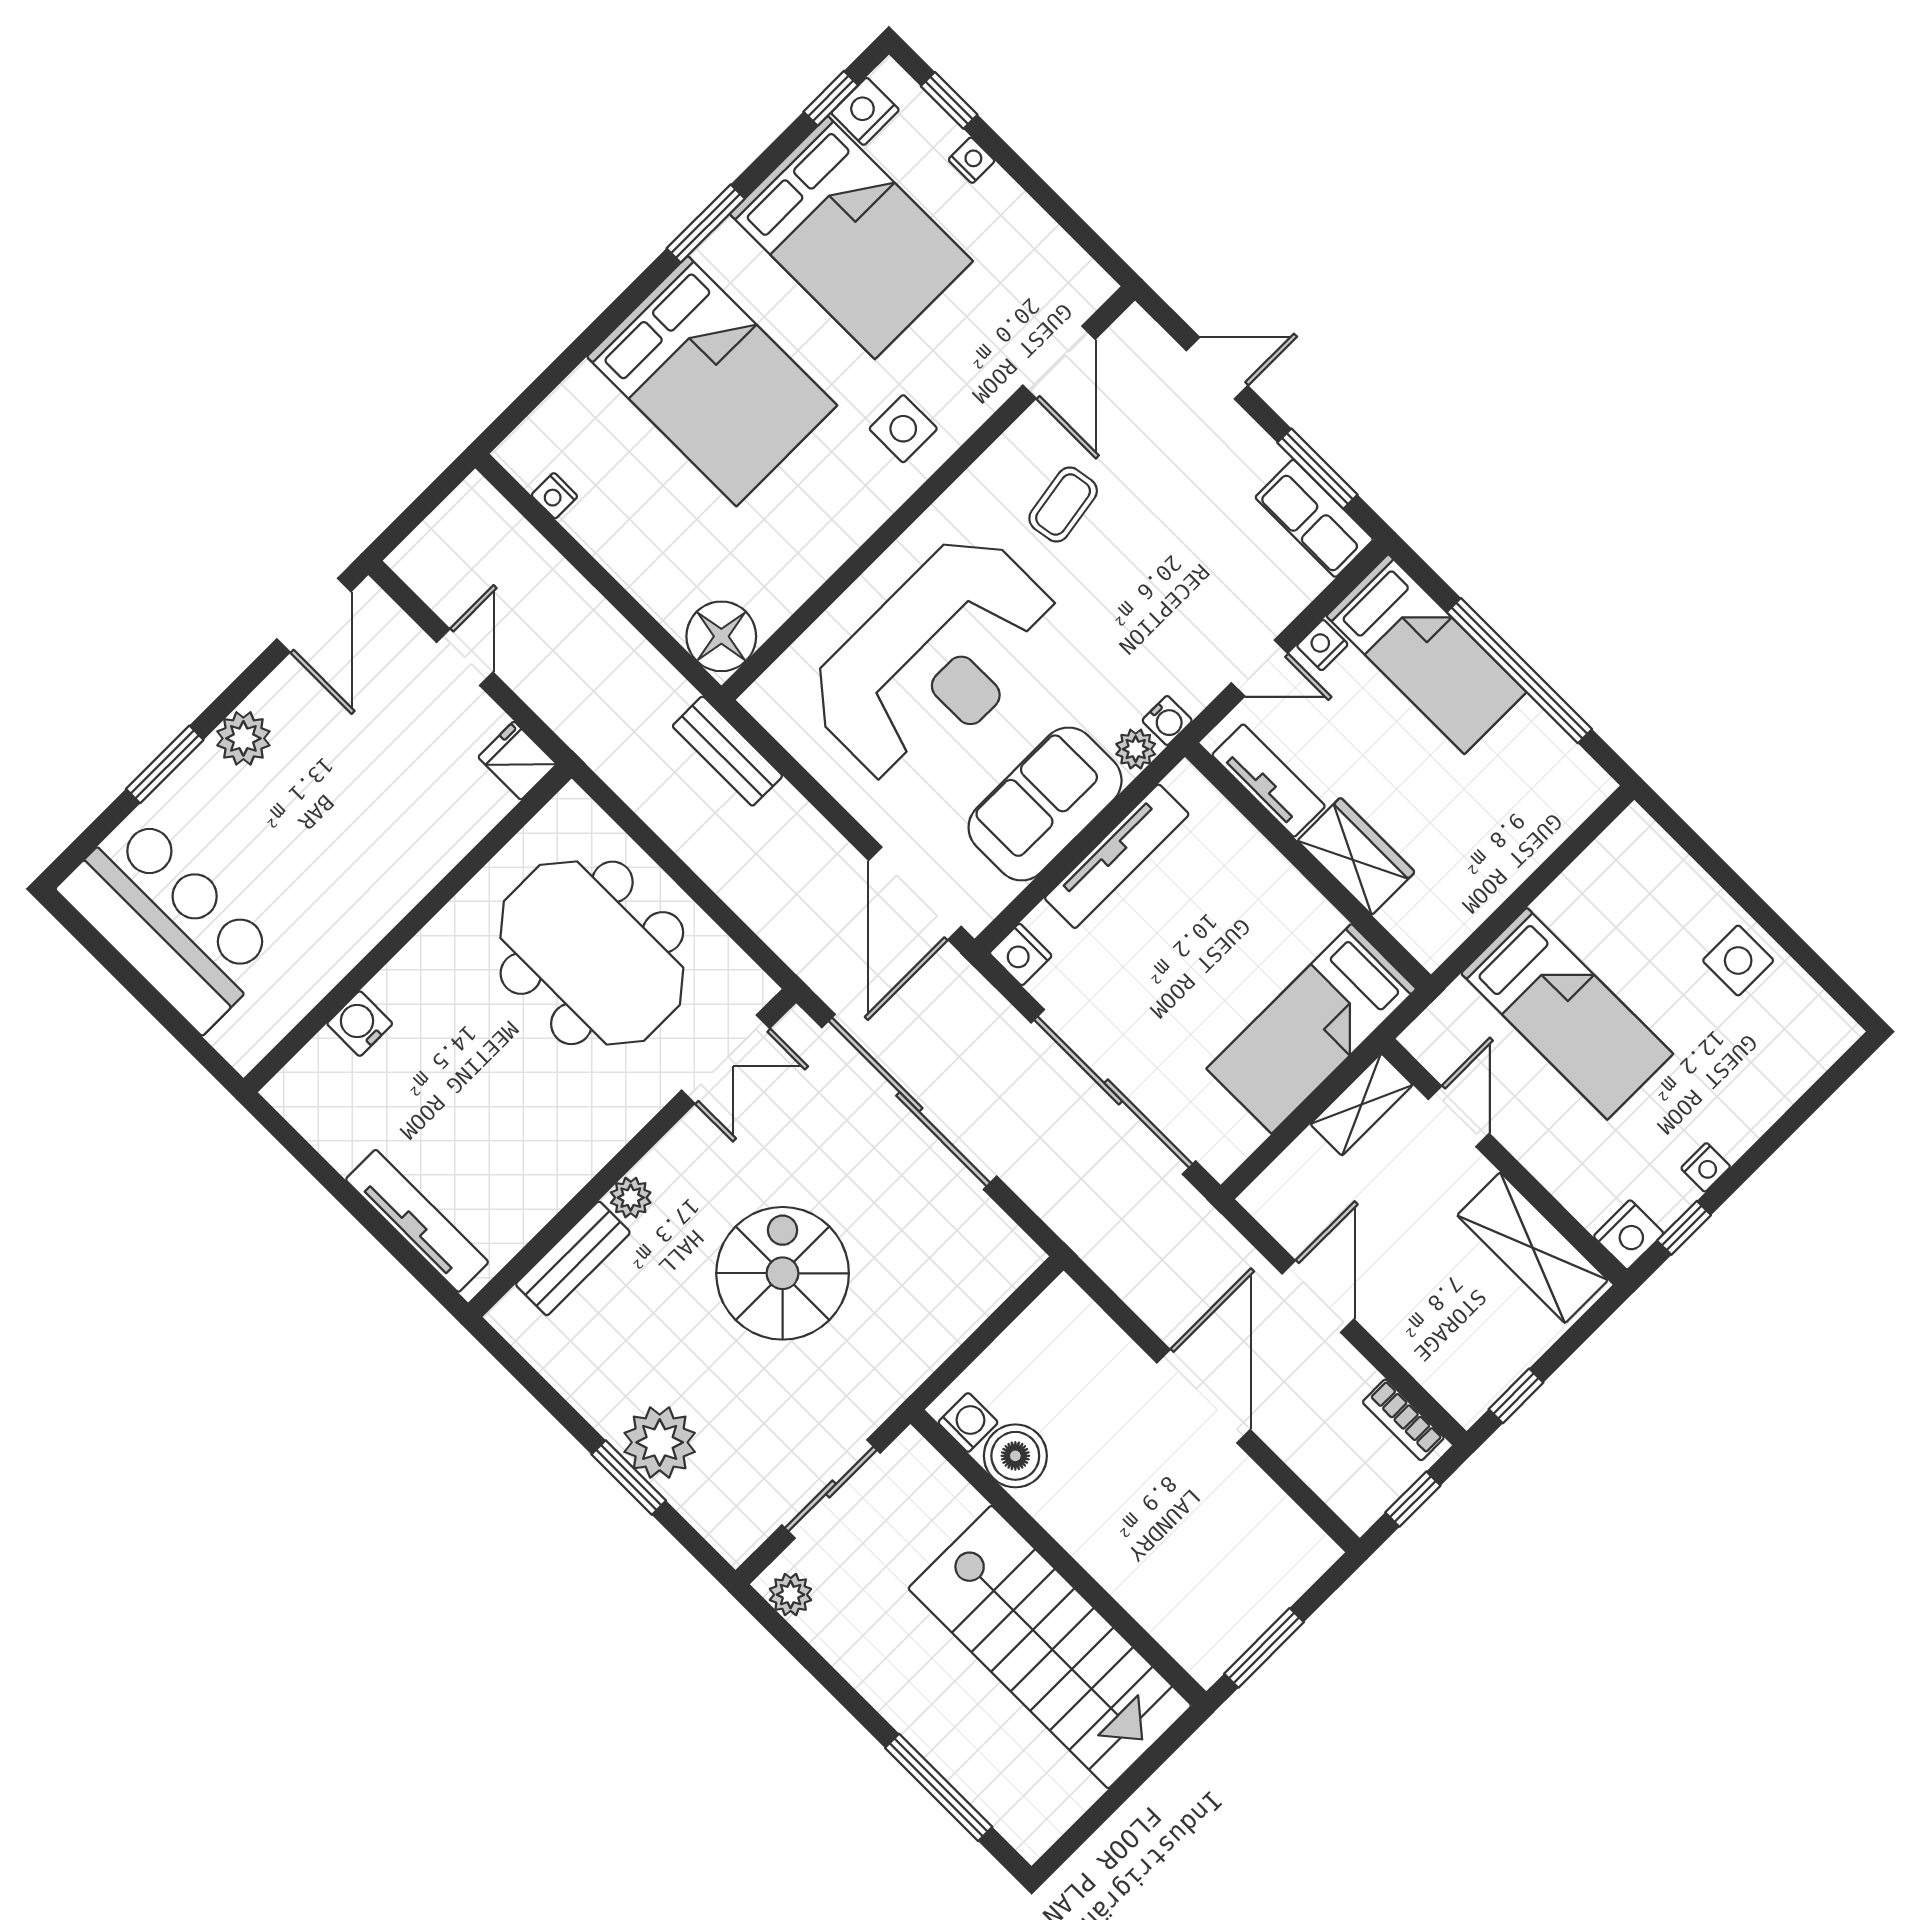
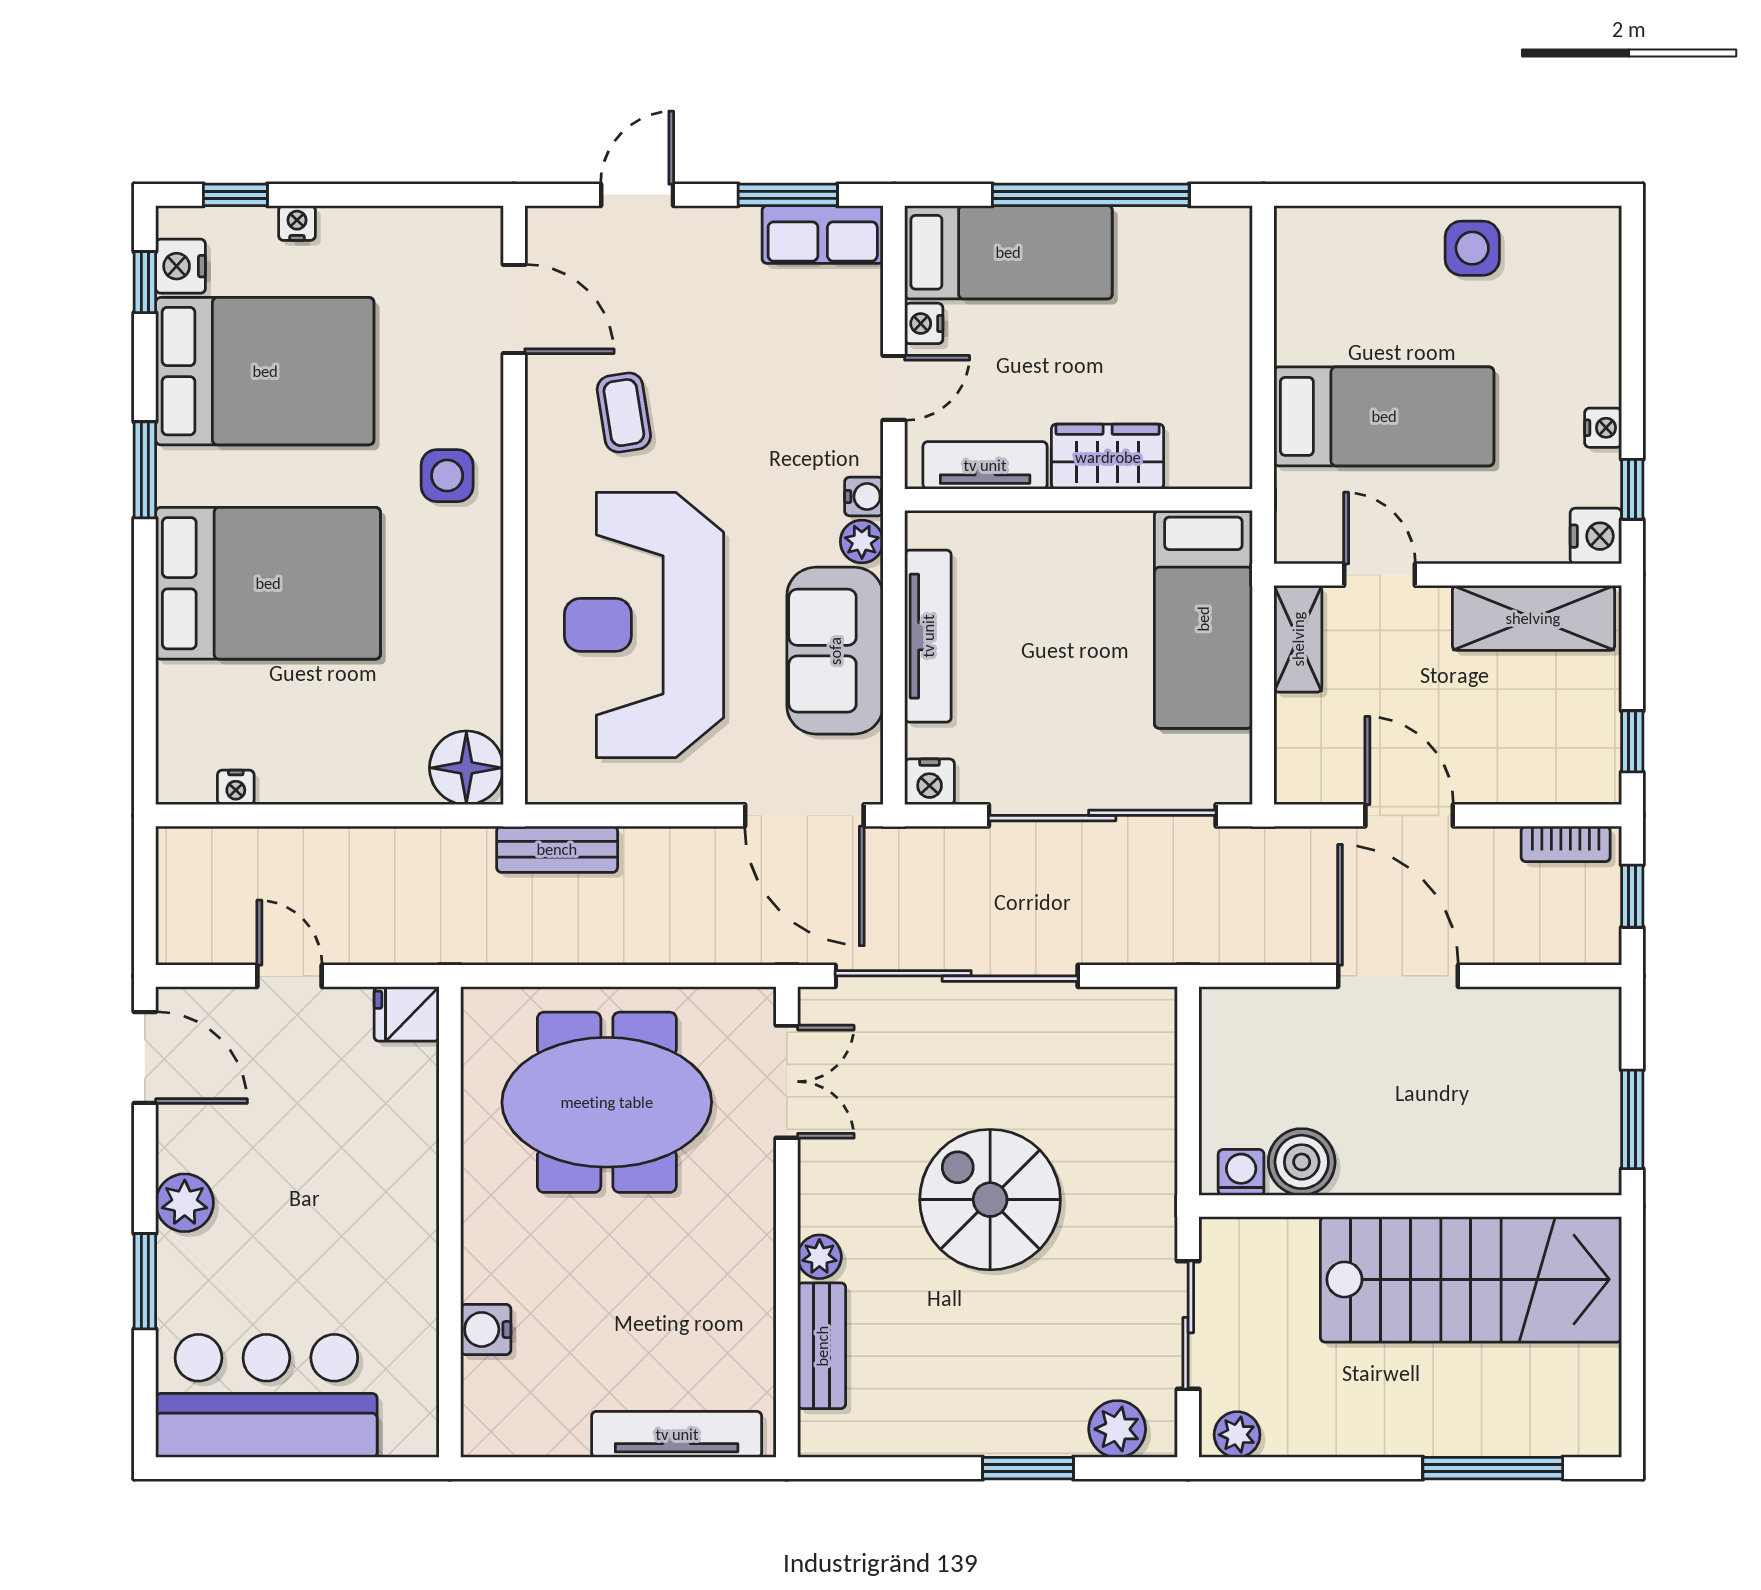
reception desk: (935, 660) -> (644, 625), turned 180
plant: (660, 1442) -> (1117, 1429), moved, width x0.73, depth x0.73

